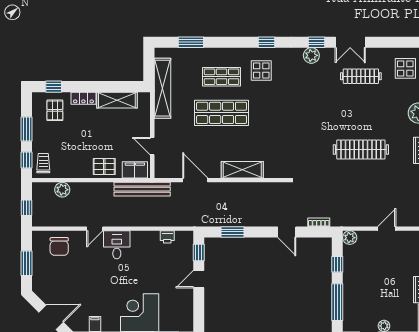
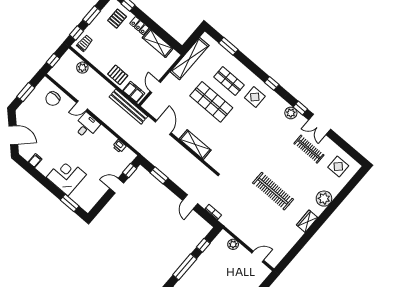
door: (387, 229) -> (258, 257), moved
plant: (350, 238) -> (233, 244), moved

